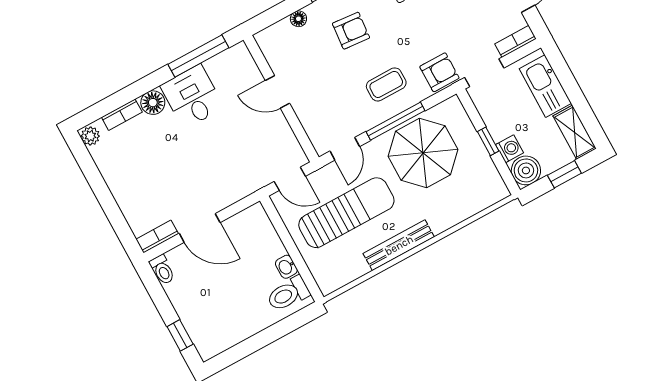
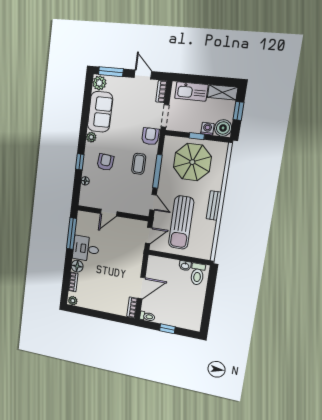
parasol: (423, 153) -> (192, 162), moved
sun lounger: (346, 213) -> (181, 223), turned 180
bench: (399, 245) -> (214, 206), width x0.73
window: (180, 335) -> (167, 329), moved

